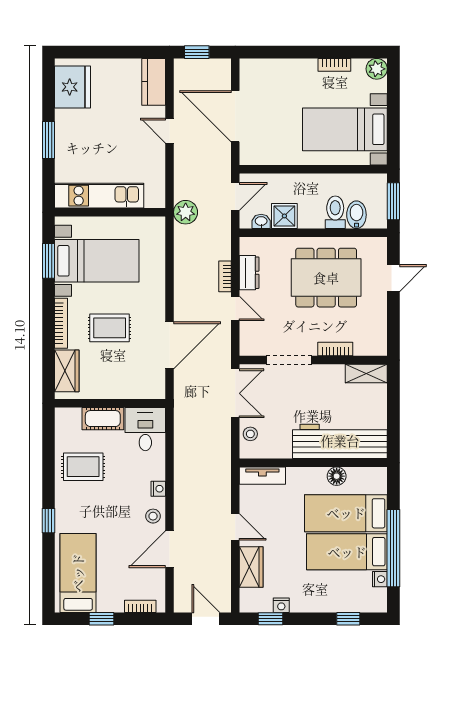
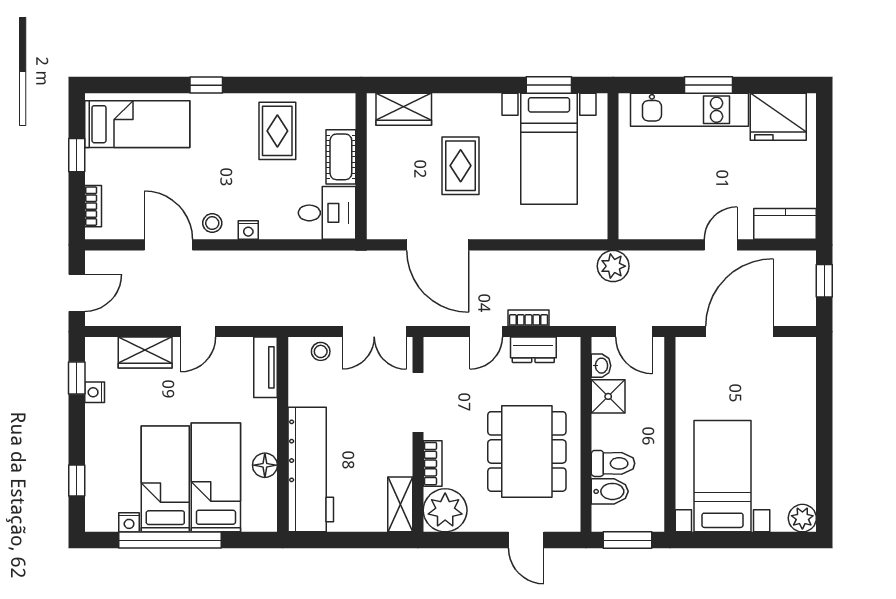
bookcase: (334, 65) -> (808, 462), removed
kitchen unit: (99, 196) -> (690, 110), moved, turned 90
bookcase: (61, 323) -> (467, 102), removed
plant: (371, 340) -> (445, 510), added

